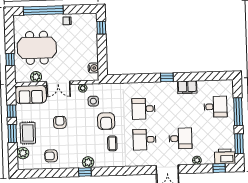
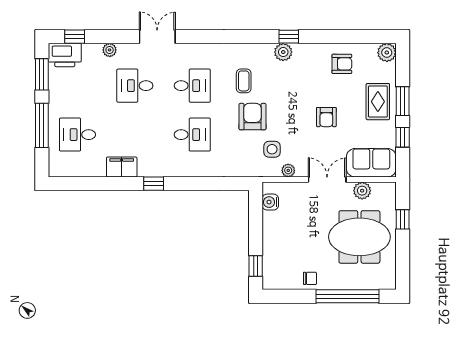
plant: (23, 153) -> (387, 53), moved

